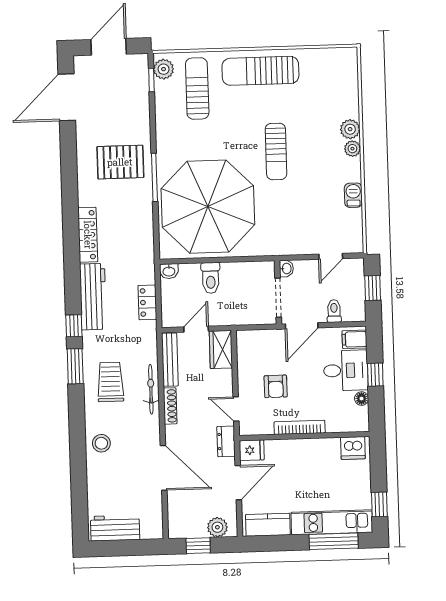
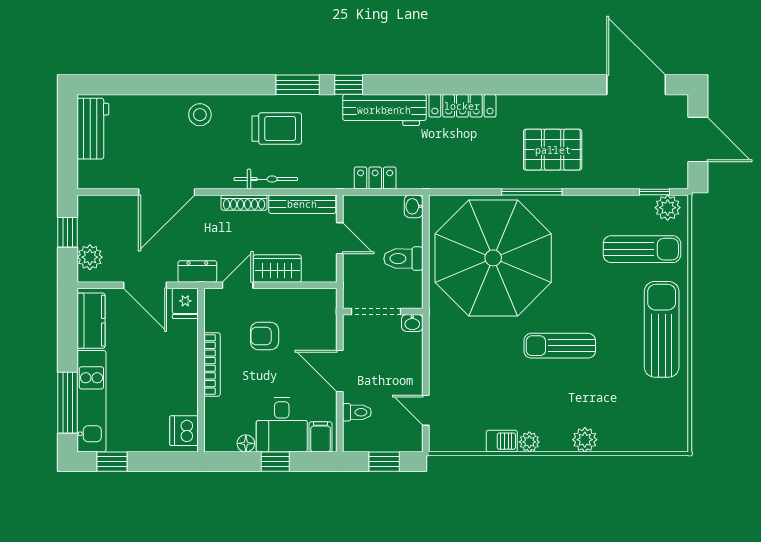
plant: (352, 149) -> (529, 442), moved
pallet: (120, 162) -> (553, 150), turned 90
washbasin: (286, 268) -> (412, 323), moved
wall: (278, 292) -> (383, 311), moved
doorway: (278, 298) -> (376, 311), moved
wardrobe: (221, 350) -> (277, 269), moved

